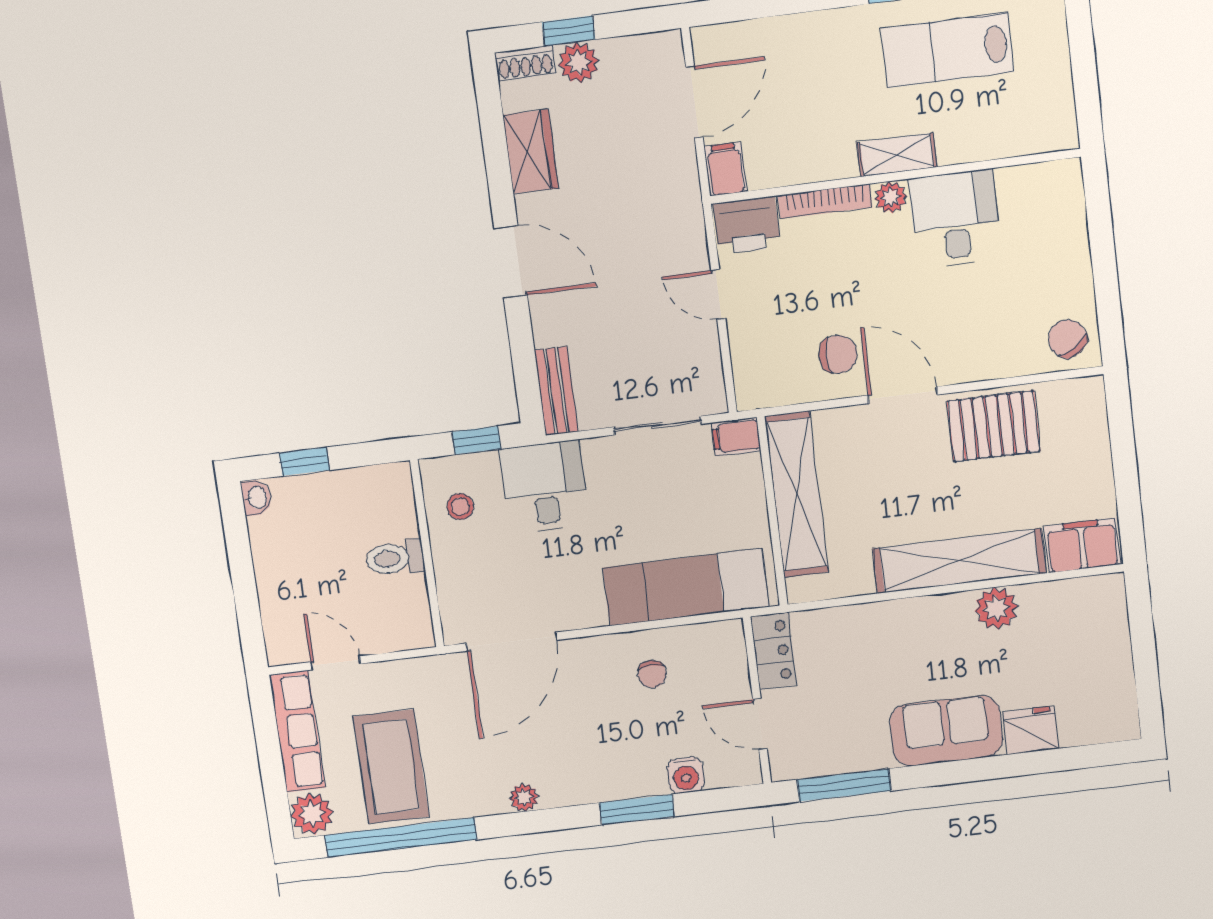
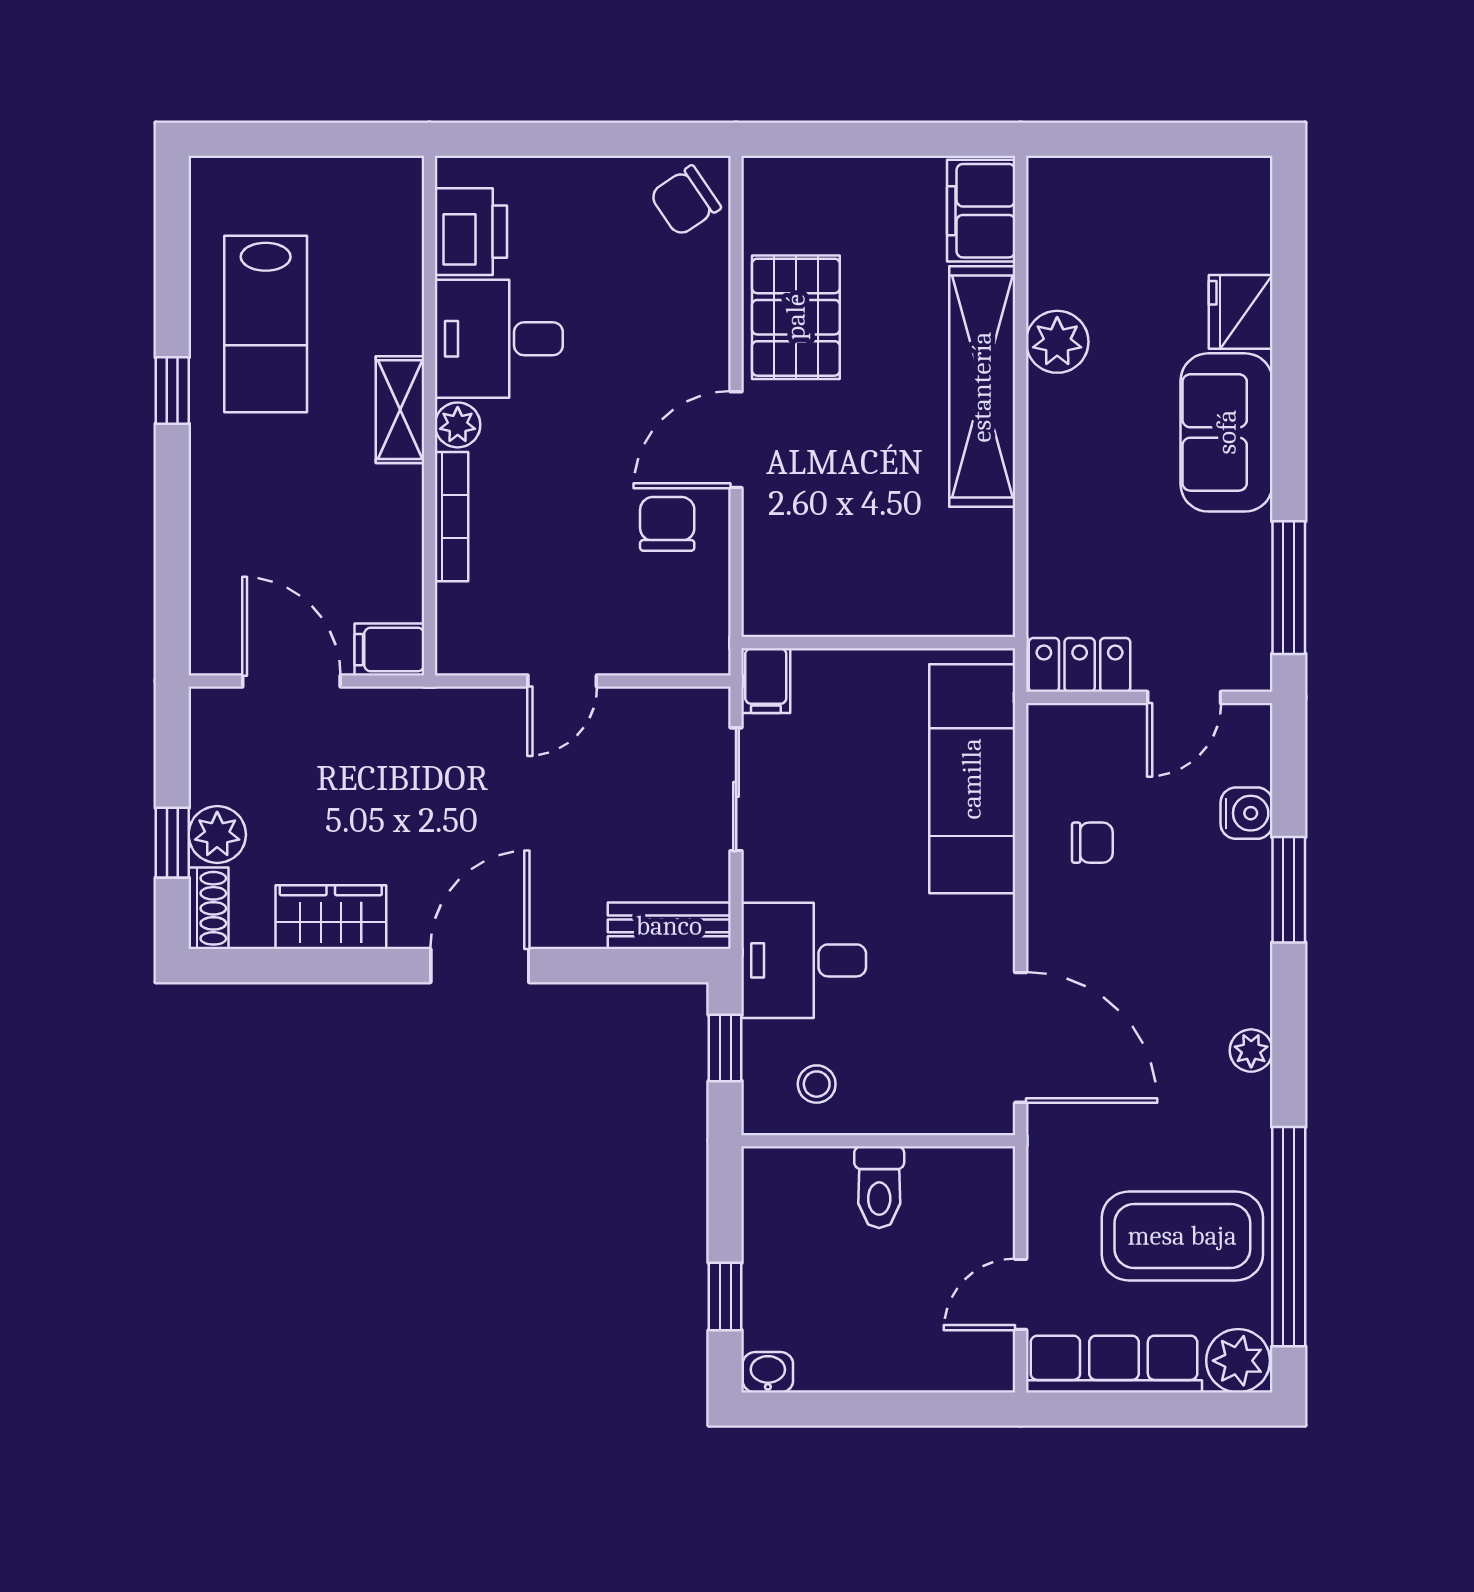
printer: (747, 225) -> (471, 232), moved
shelving: (797, 494) -> (858, 605), removed

